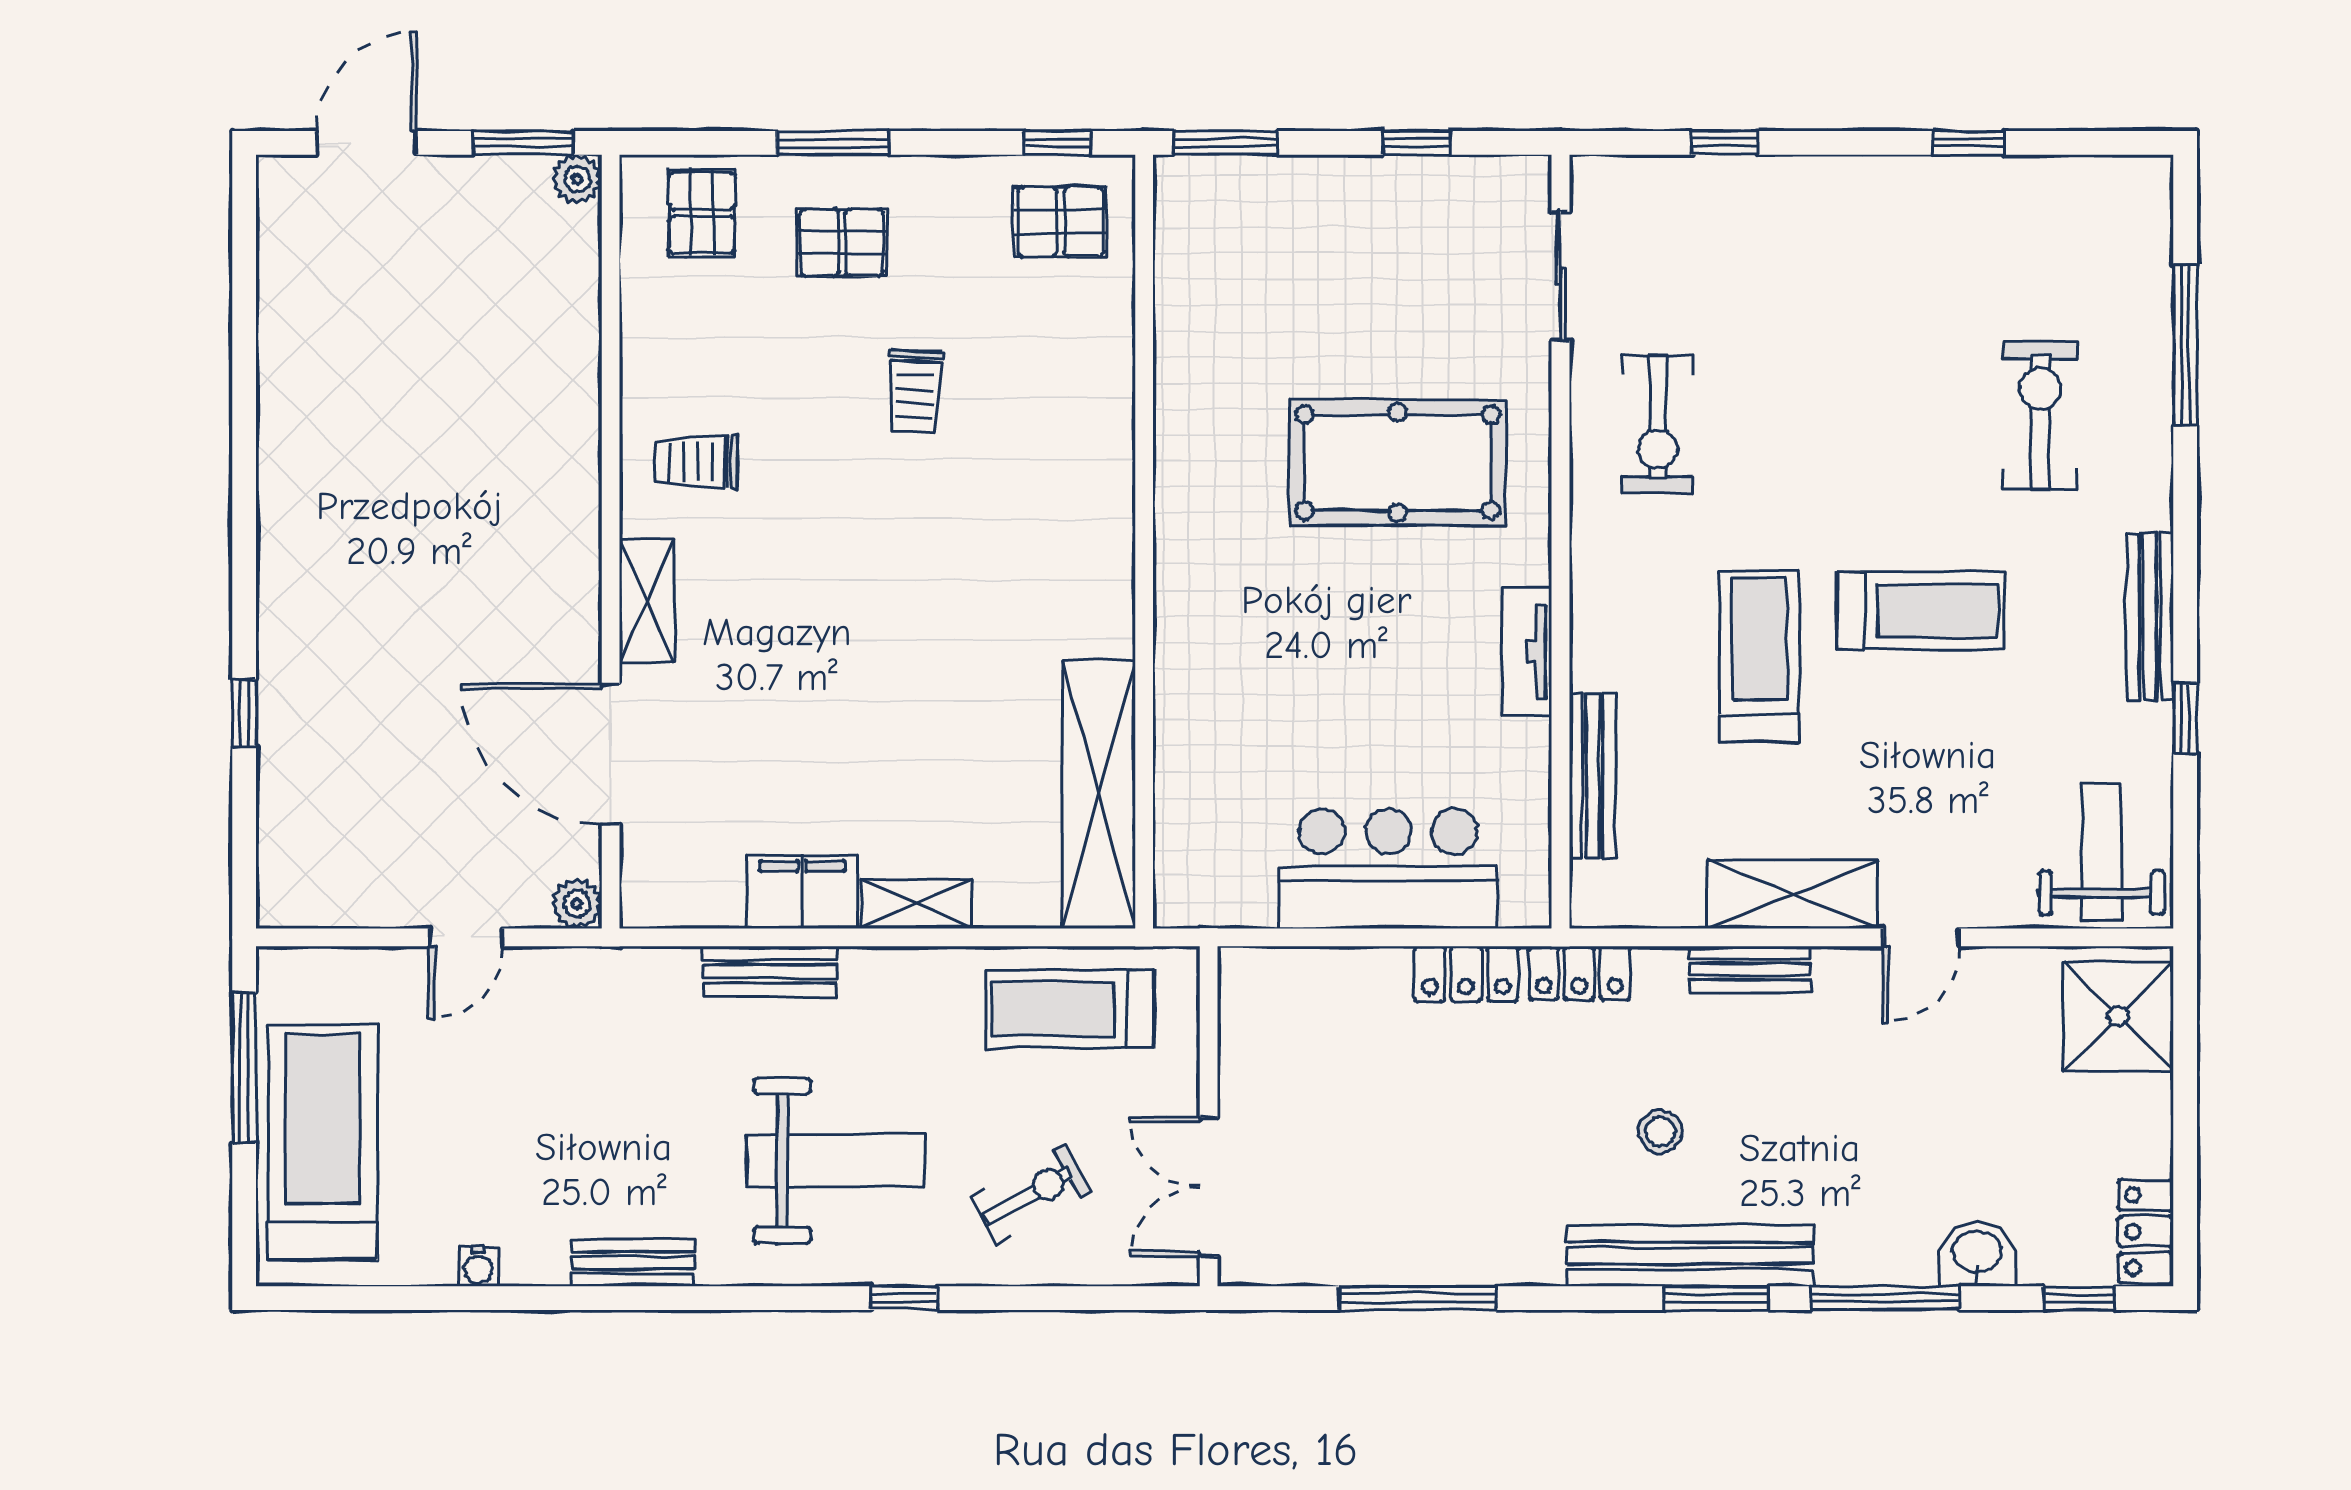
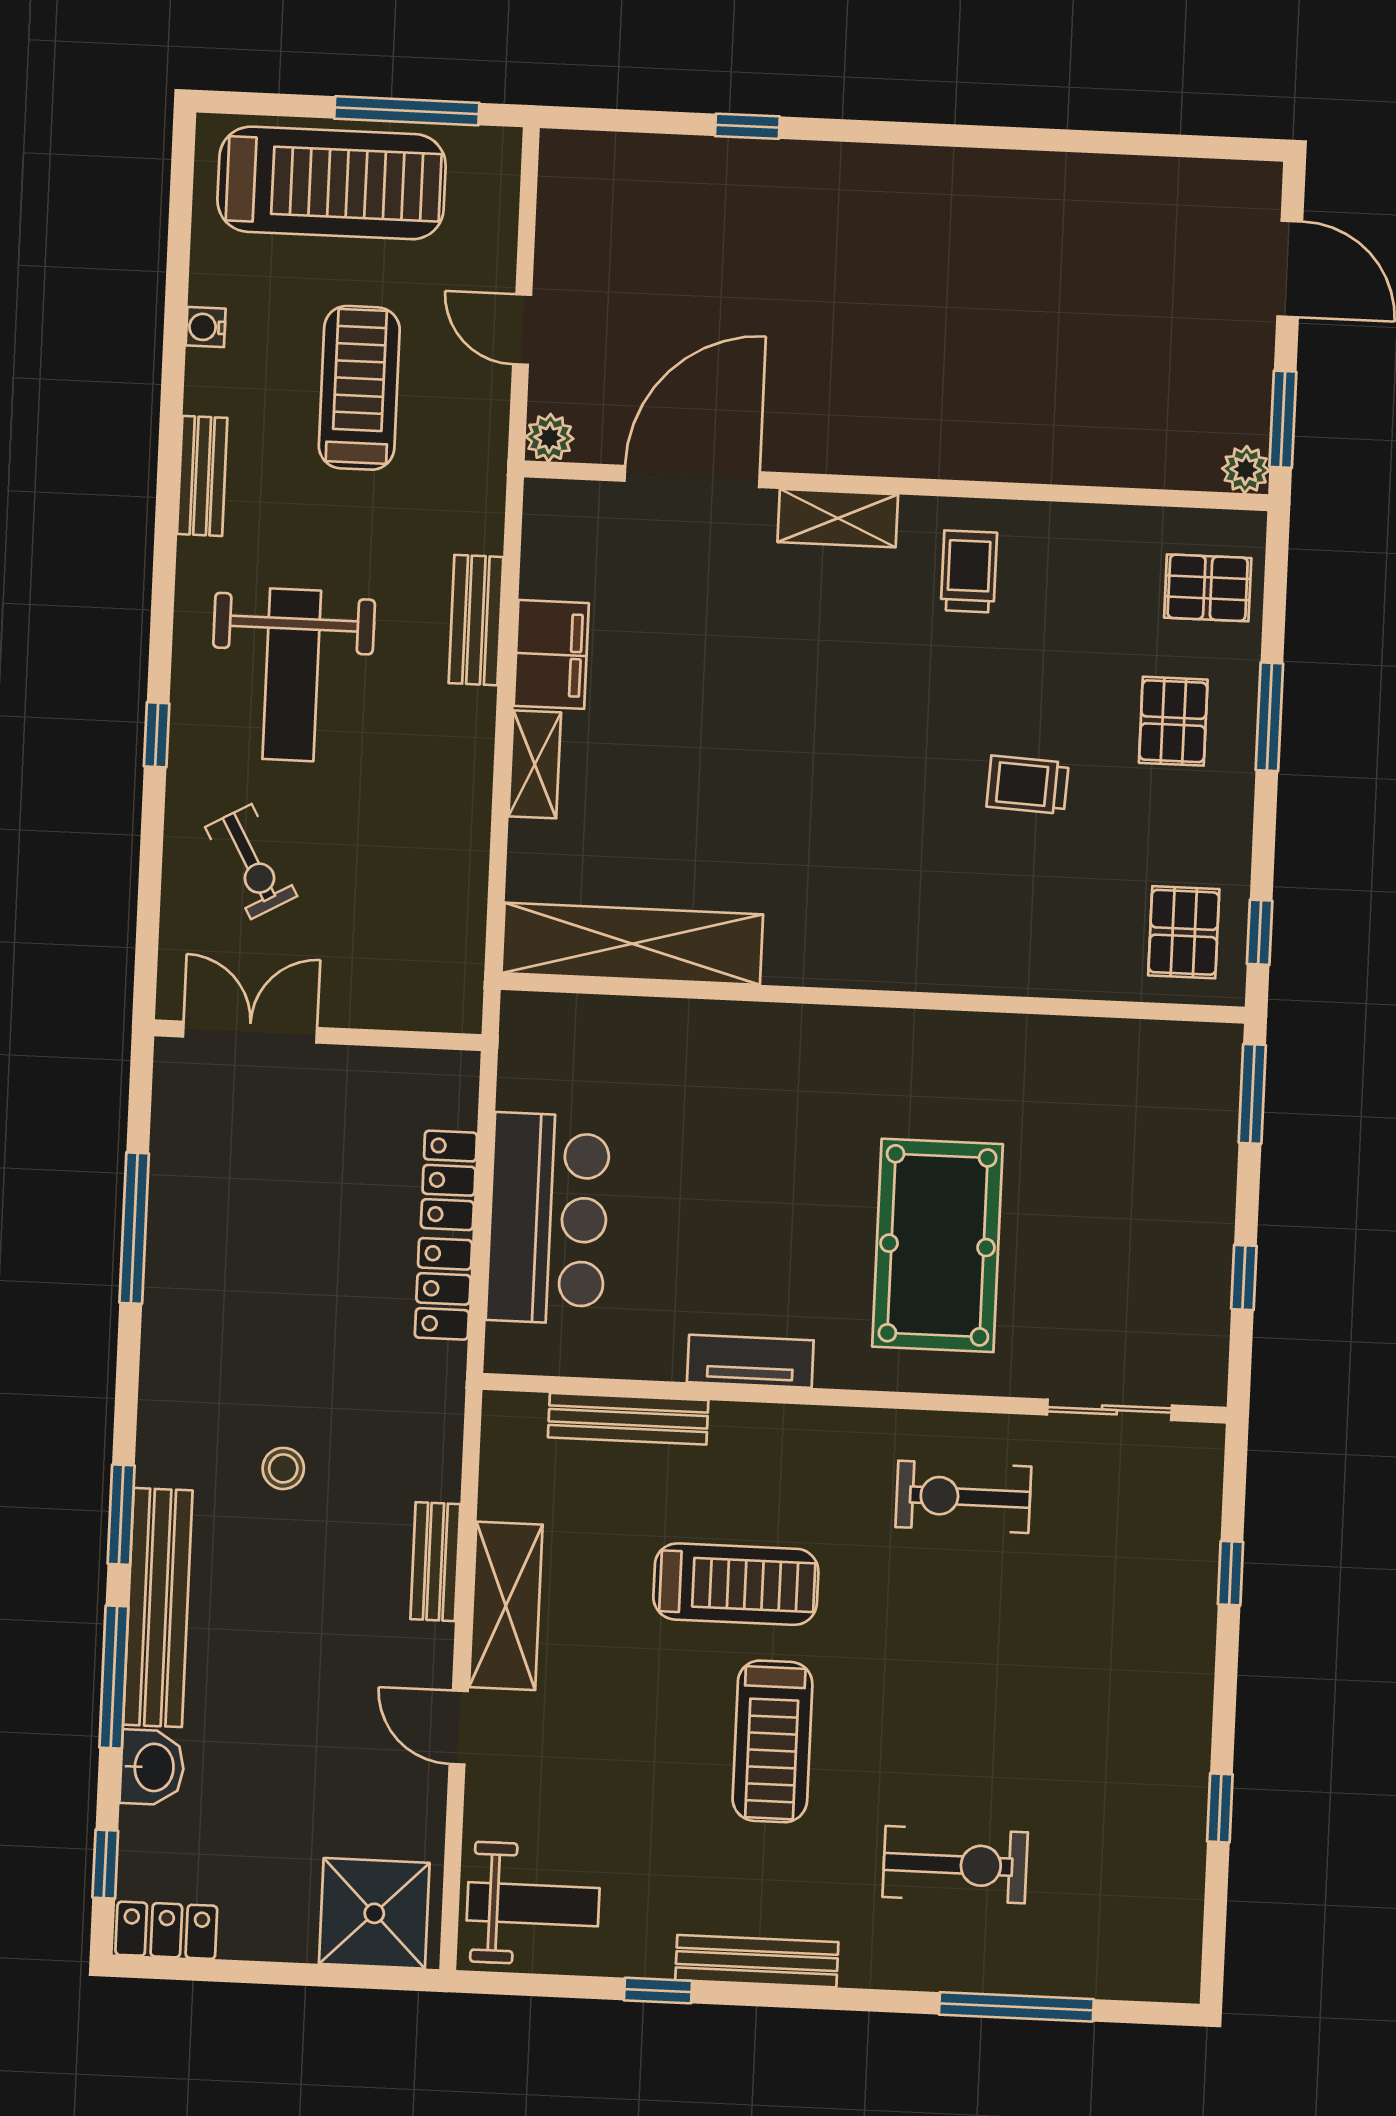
locker: (1579, 973) -> (449, 1180), moved
treadmill: (1070, 1009) -> (359, 388), moved
bench: (1690, 1256) -> (158, 1608), moved

